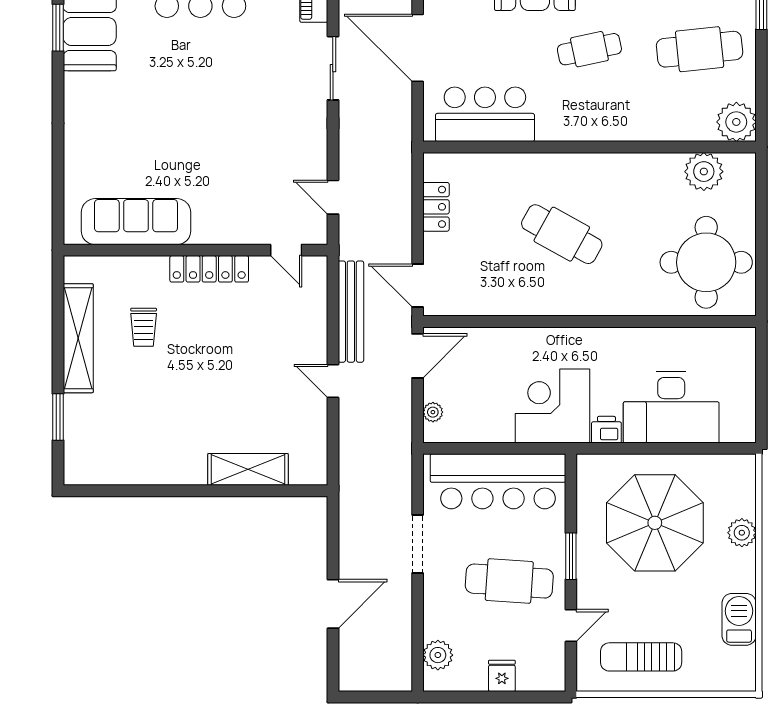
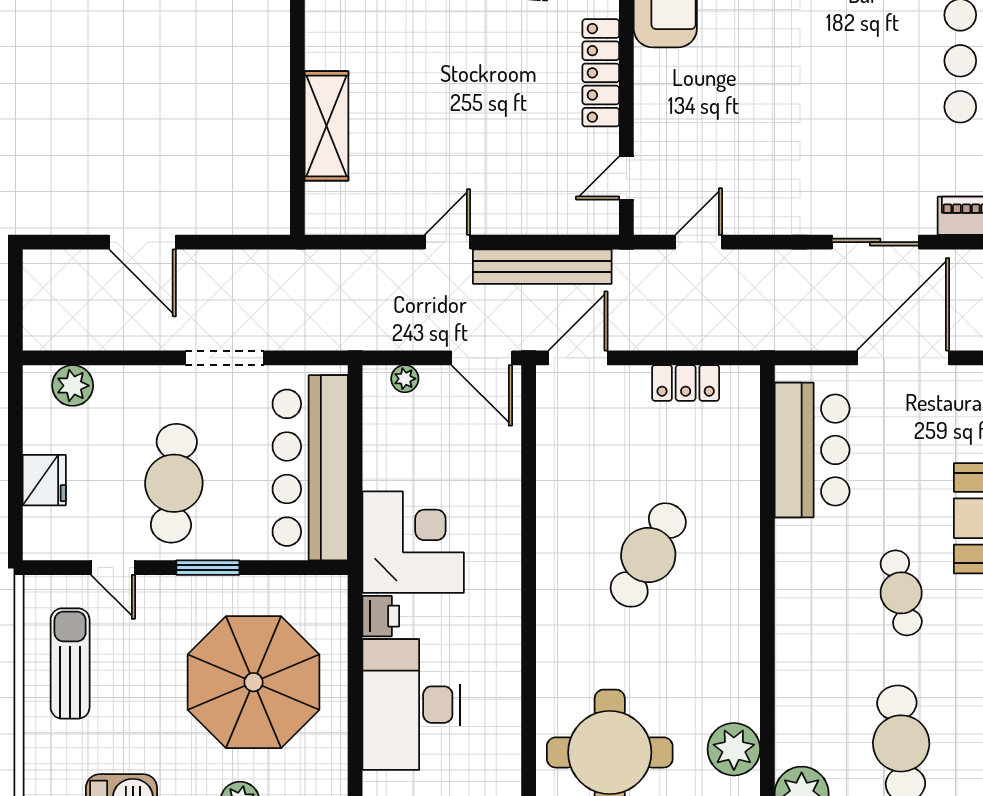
fridge: (502, 676) -> (44, 480), width x1.38

